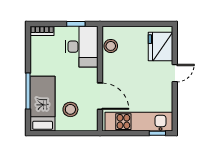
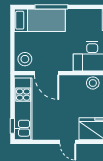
door: (100, 96) -> (47, 73), hinge flipped
stool: (70, 109) -> (25, 59), moved

